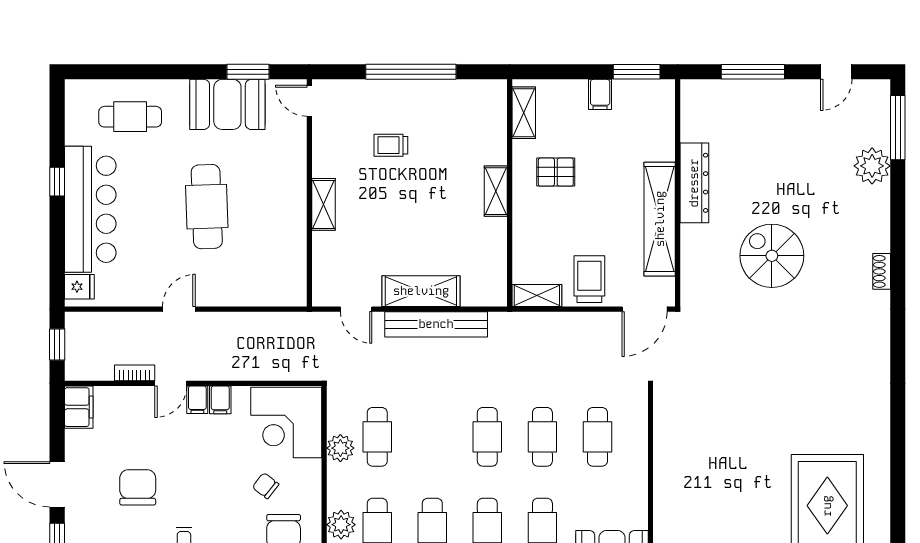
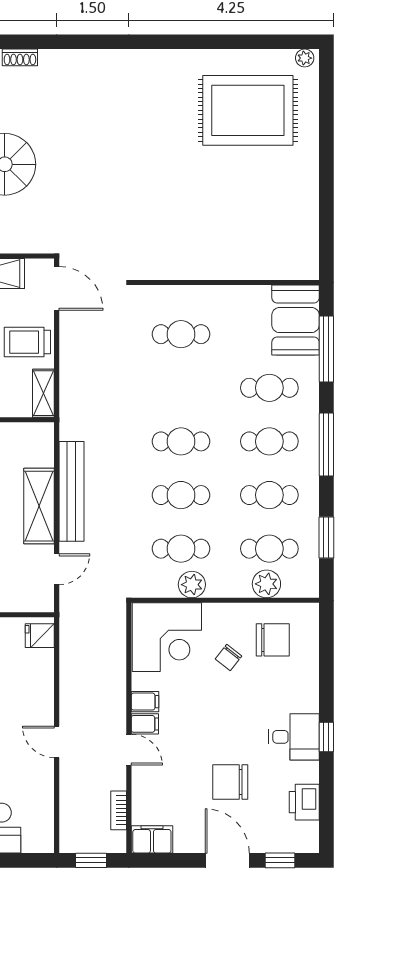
fridge: (79, 287) -> (40, 636), moved, turned -90
bookcase: (135, 373) -> (119, 810), moved
cafe table: (542, 437) -> (181, 495), moved
door: (57, 484) -> (227, 860), swing flipped

